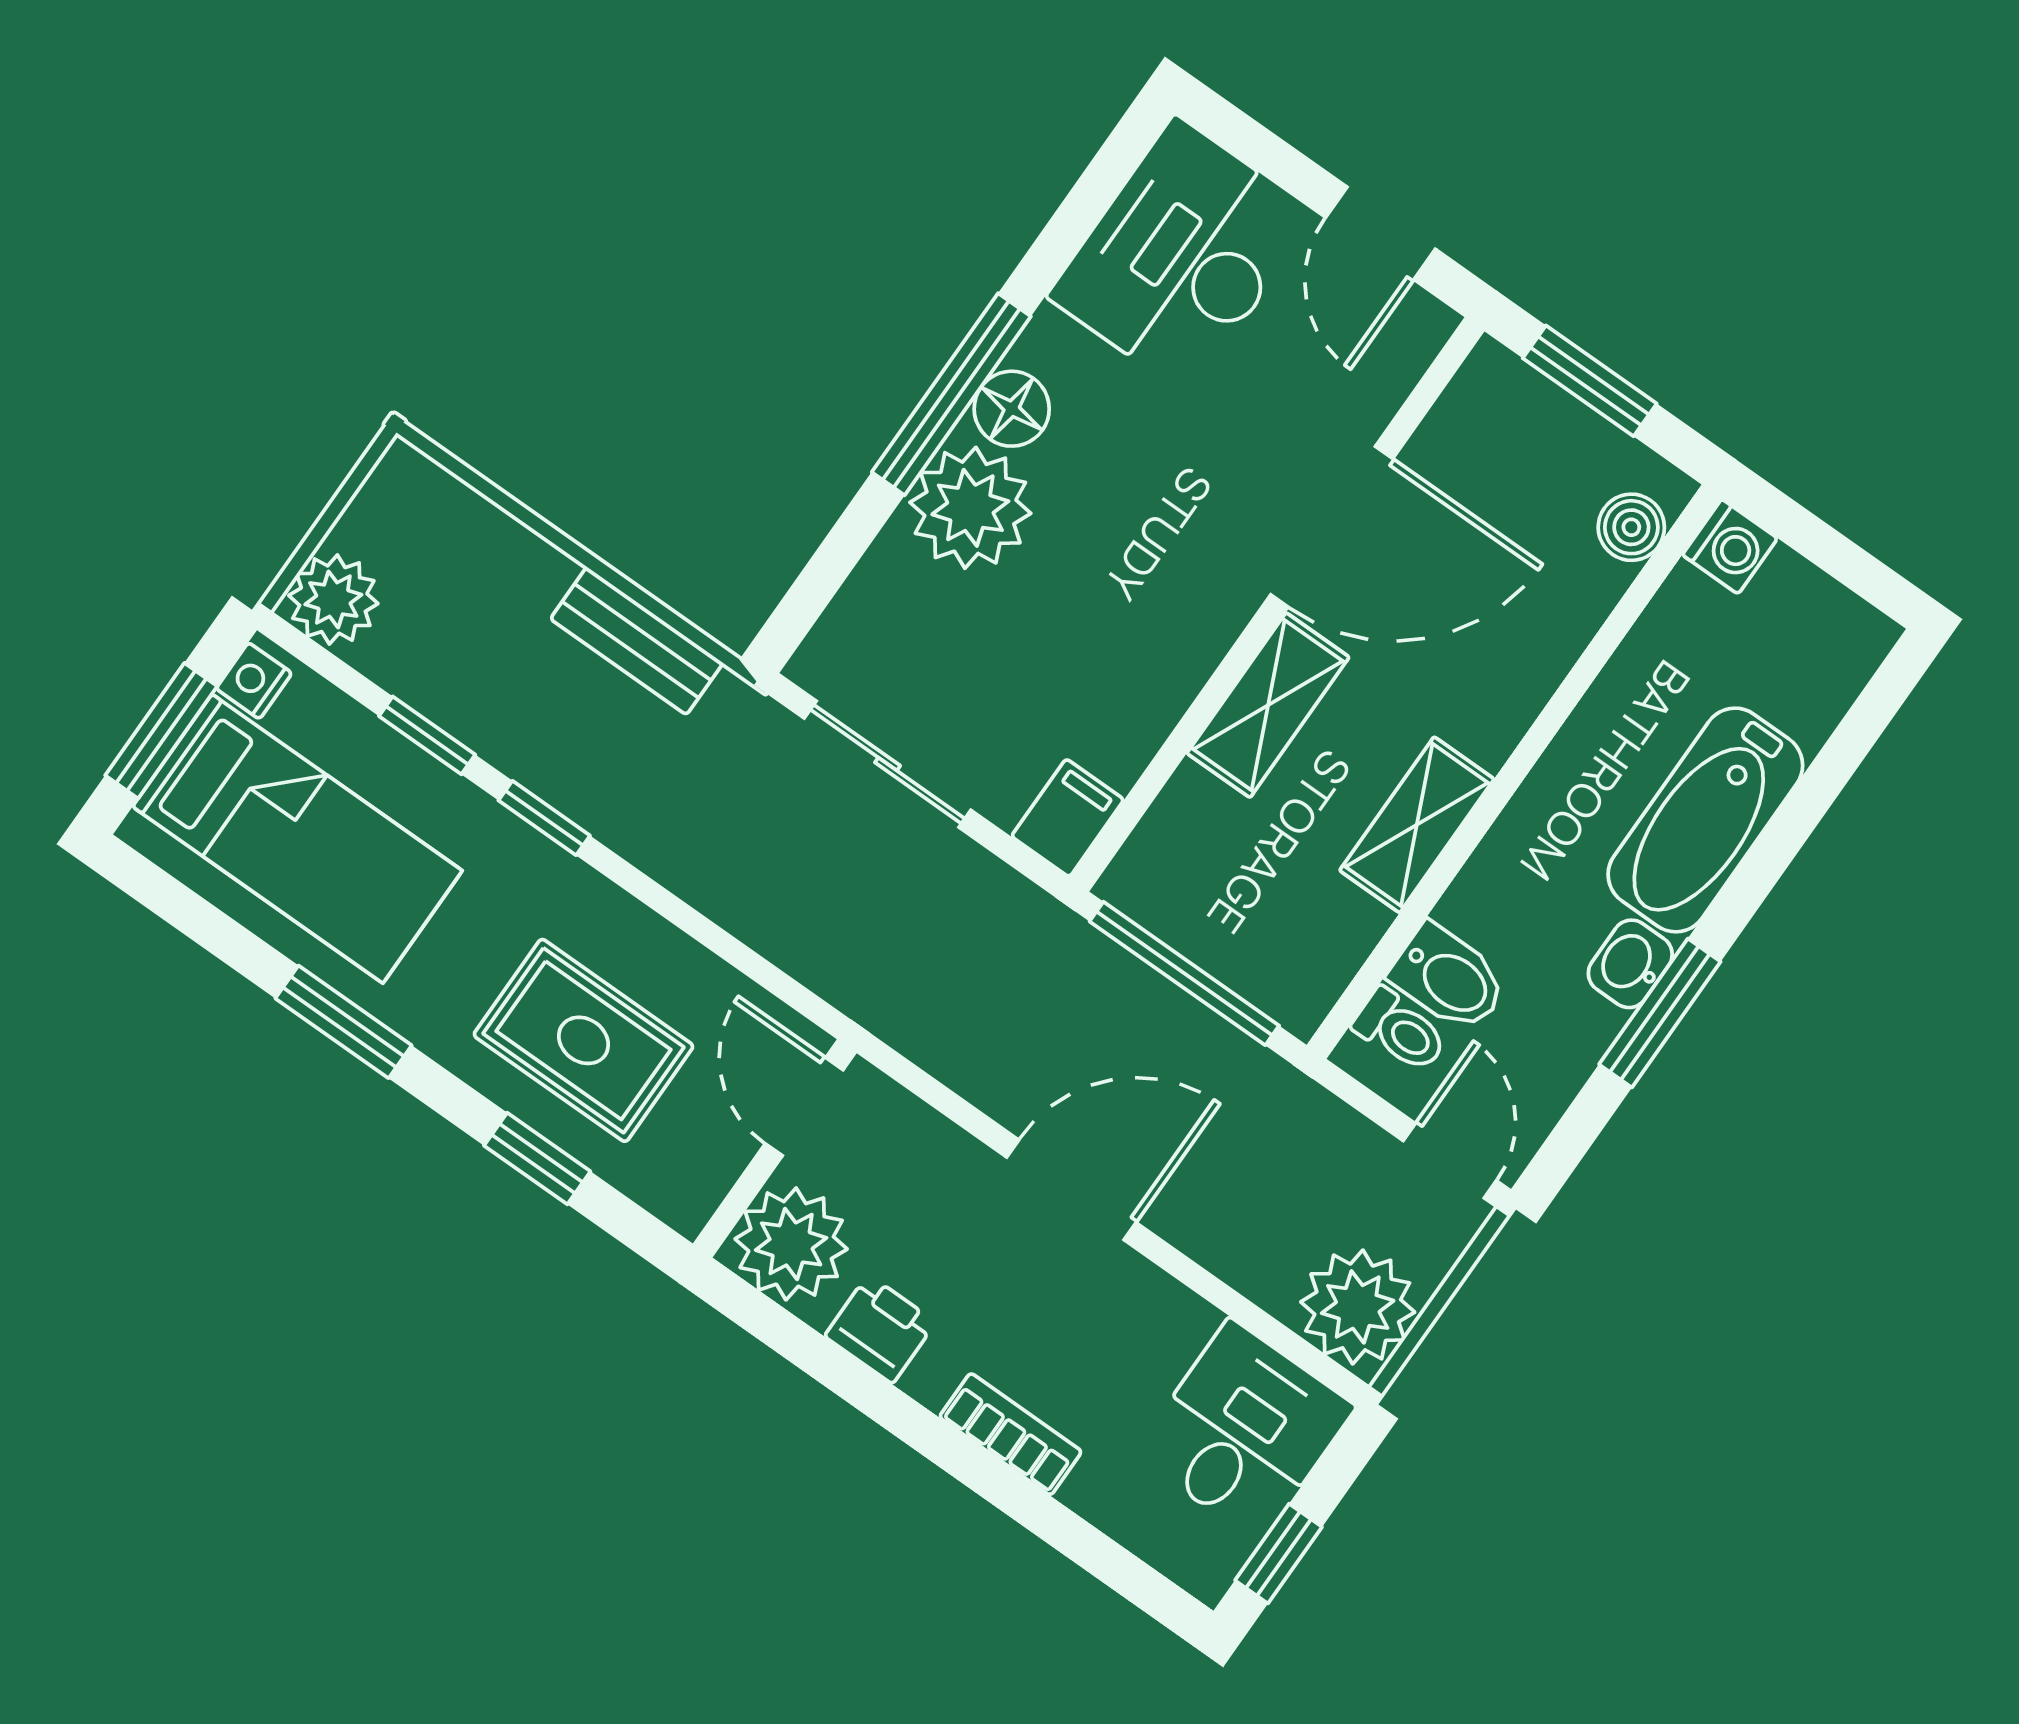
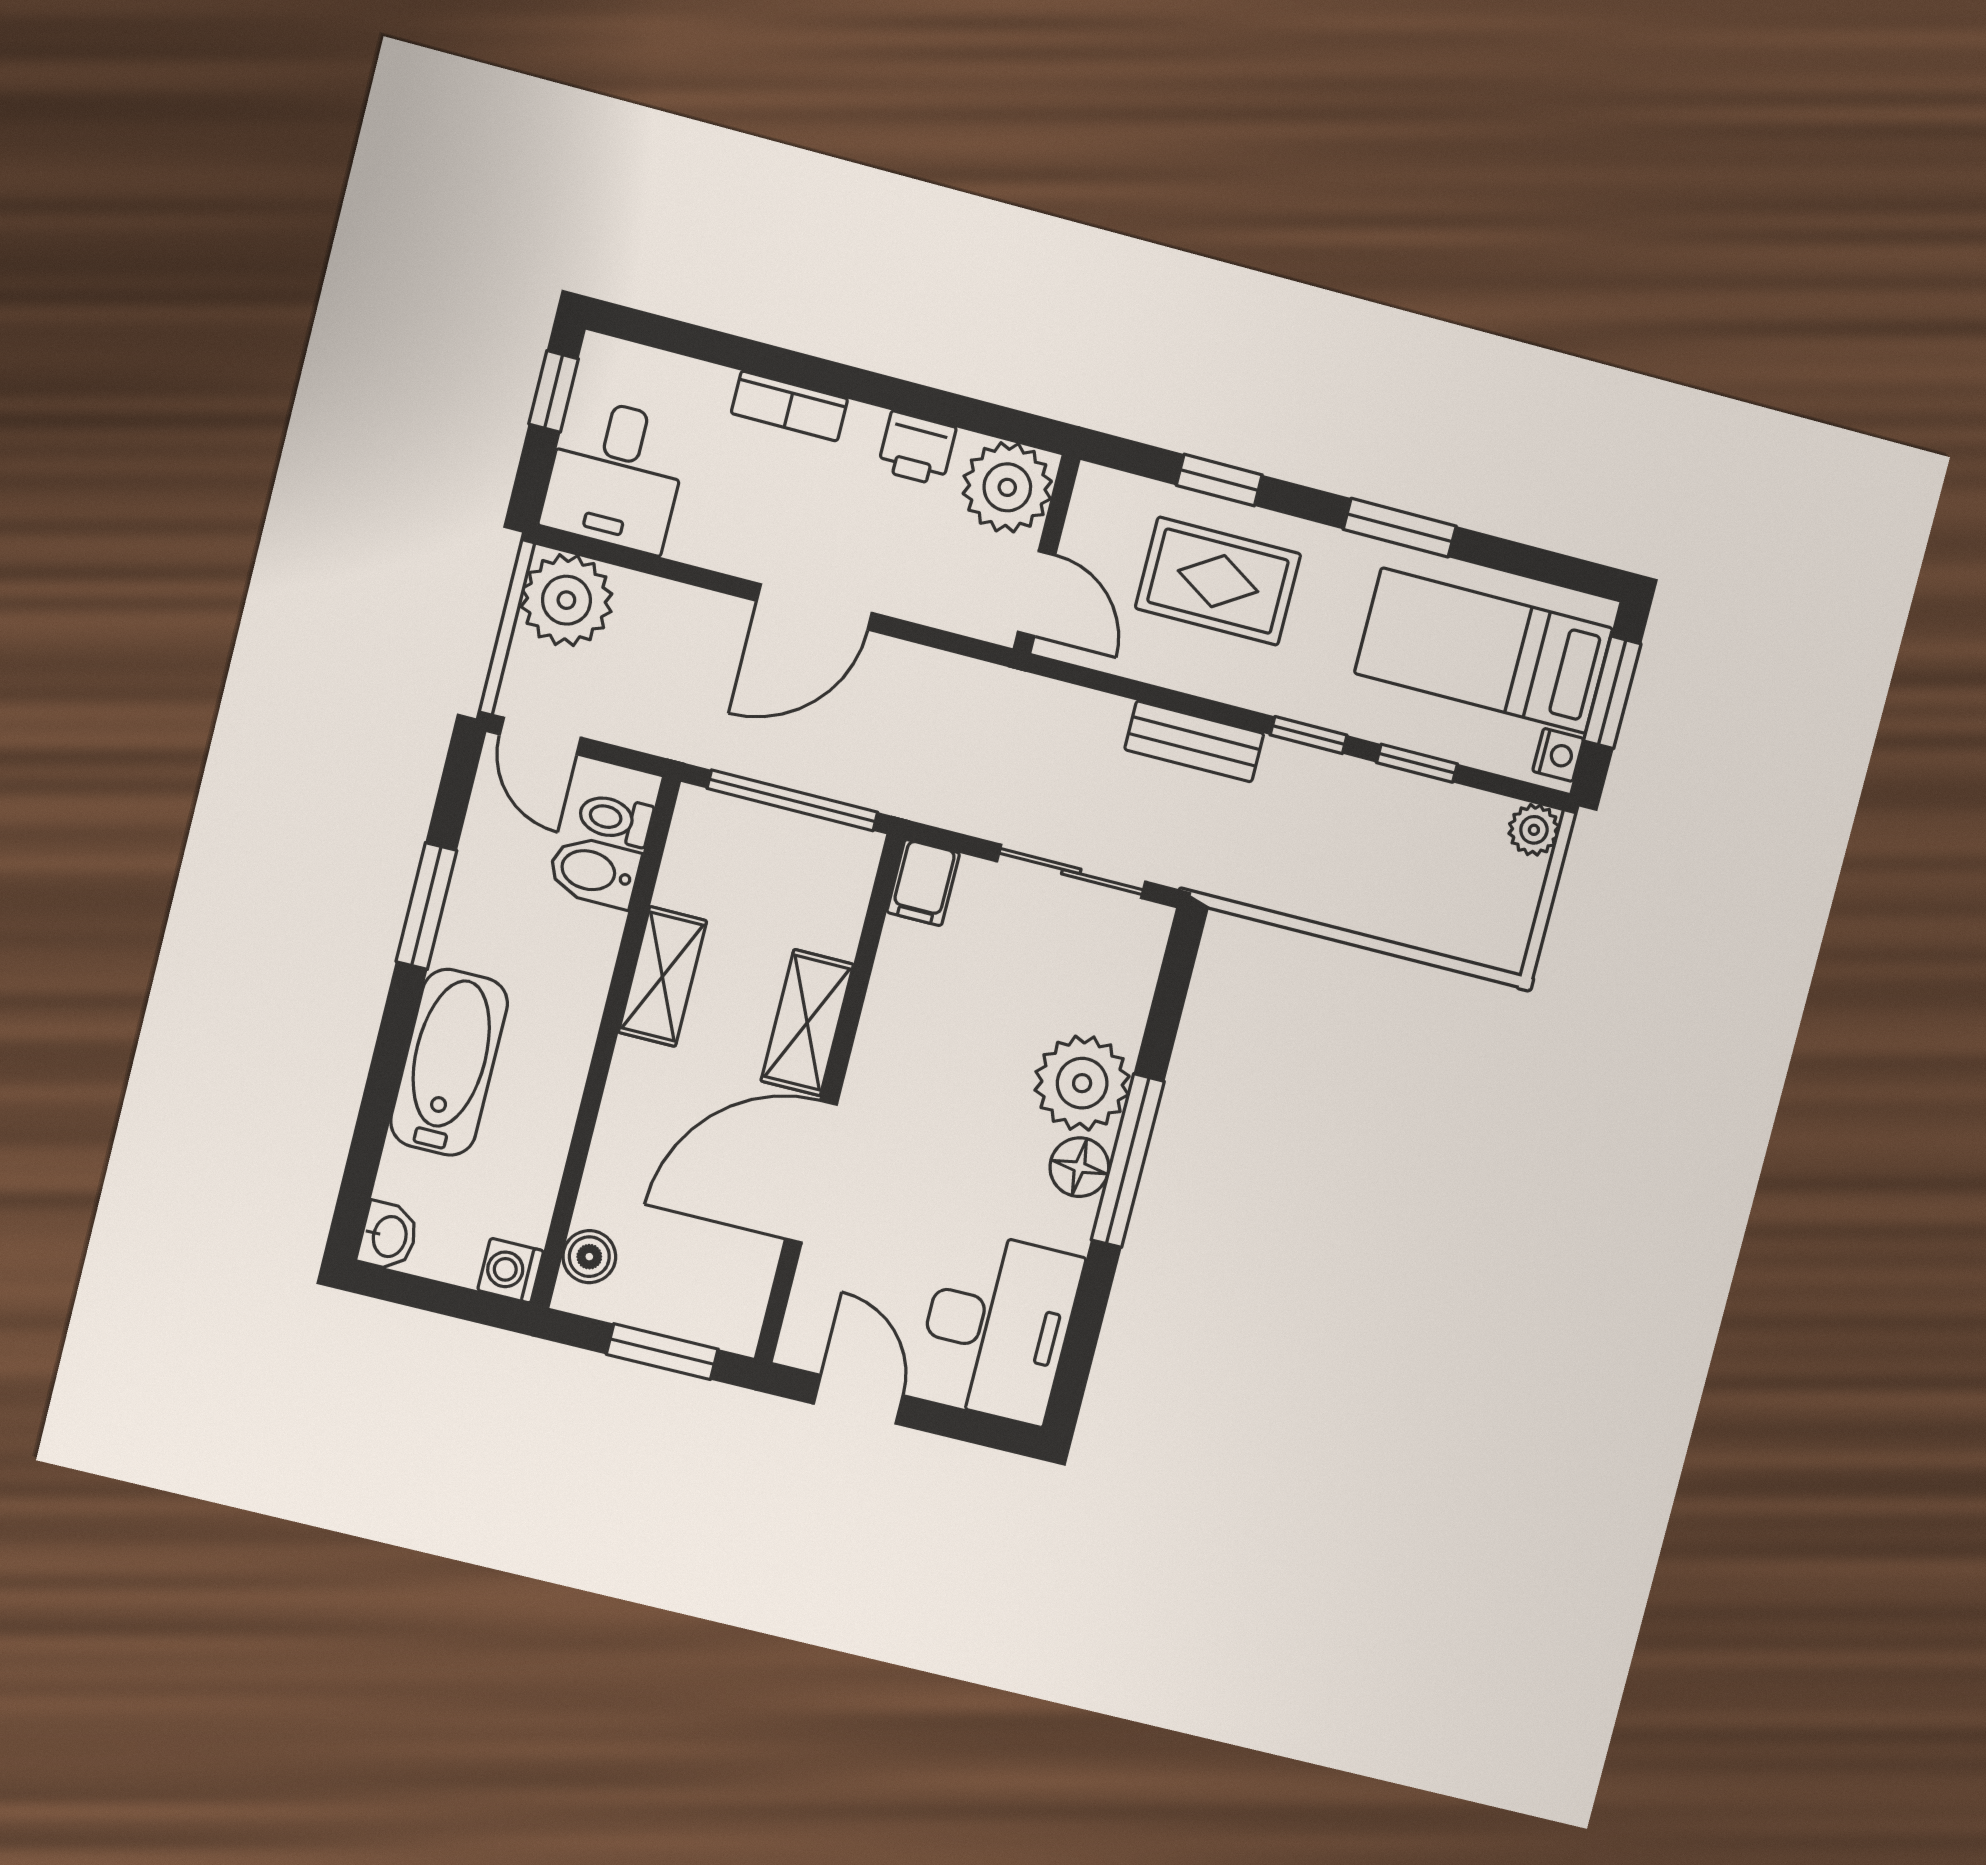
plant: (333, 600) -> (1534, 830), width x0.73, depth x0.73
bench: (637, 641) -> (1194, 741), moved
washbasin: (1630, 964) -> (388, 1236), moved

